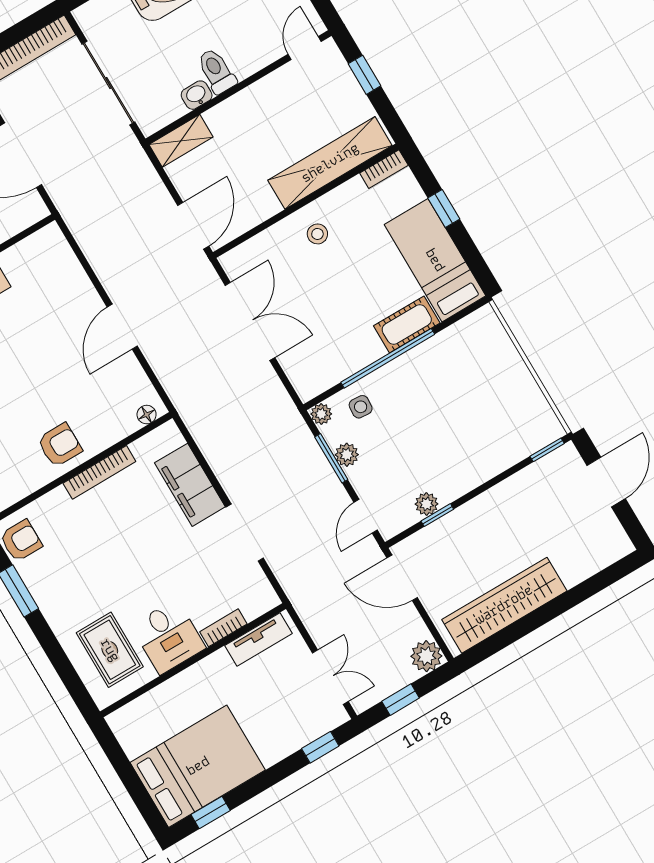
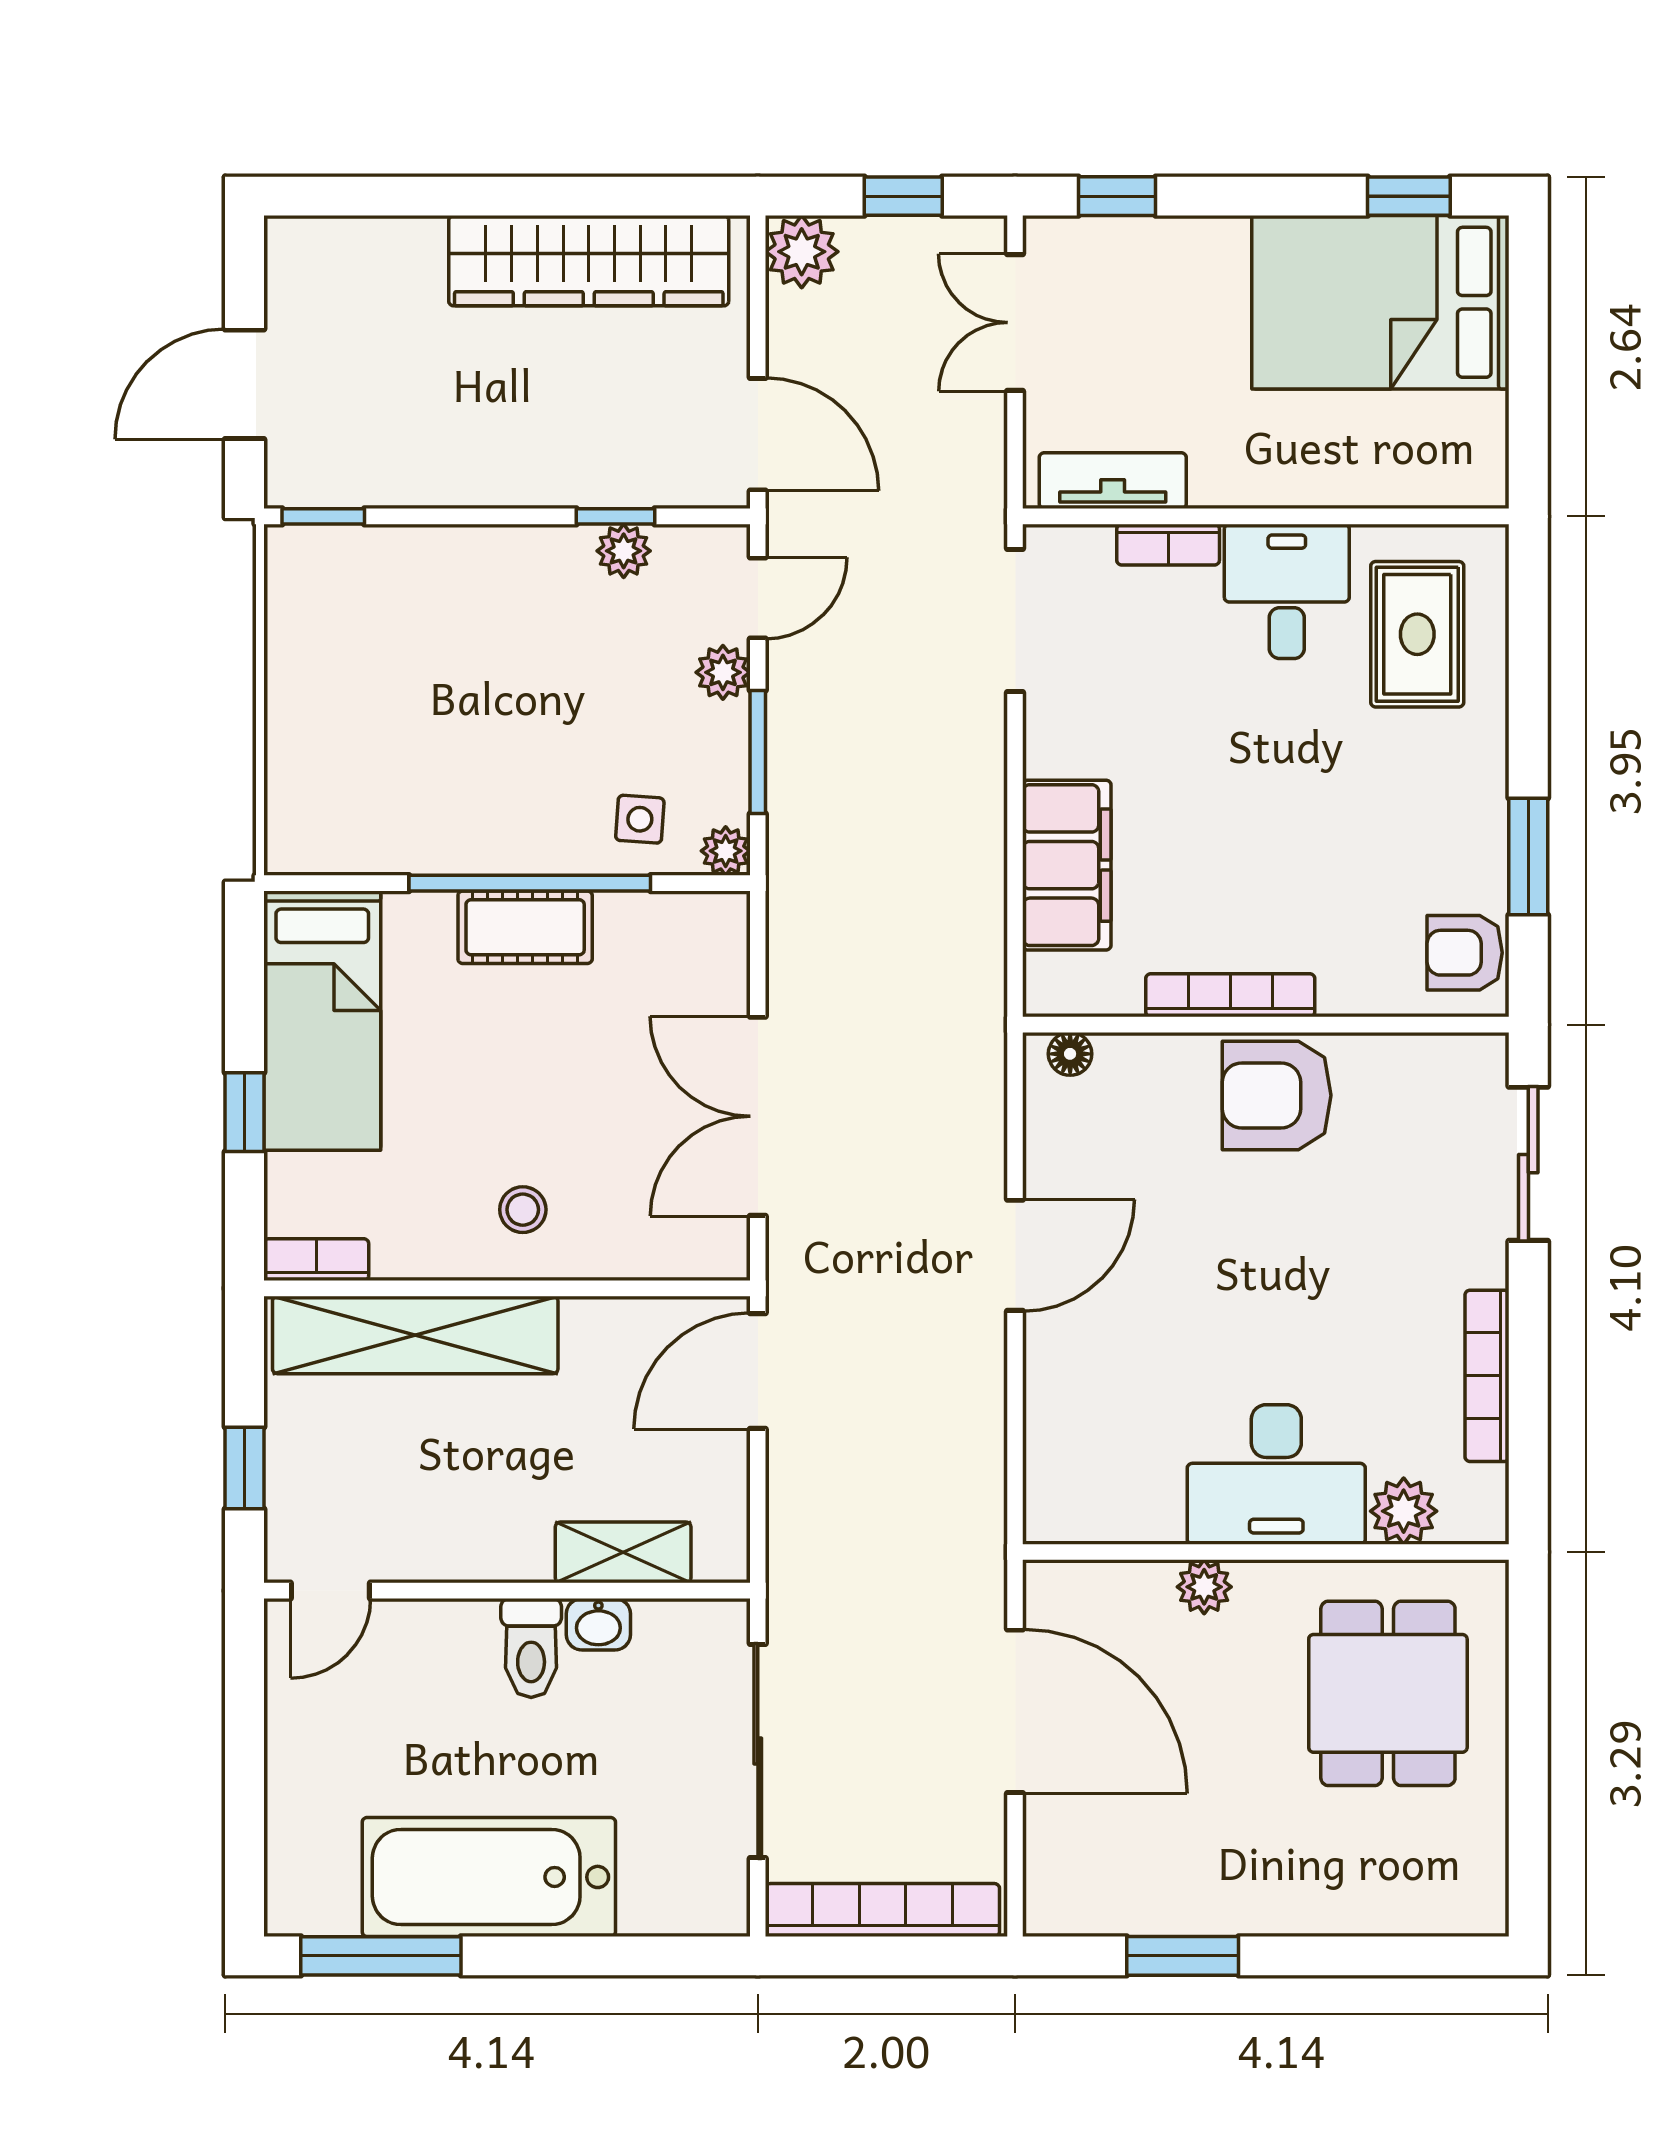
shelving: (181, 141) -> (623, 1552), moved
cot: (407, 324) -> (525, 927), moved
armchair: (60, 445) -> (1277, 1095), width x1.38, depth x1.38
plant: (347, 455) -> (723, 672), moved
doorway: (245, 533) -> (1015, 620), moved

